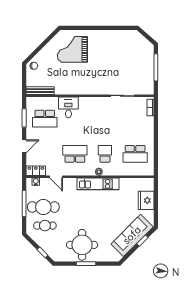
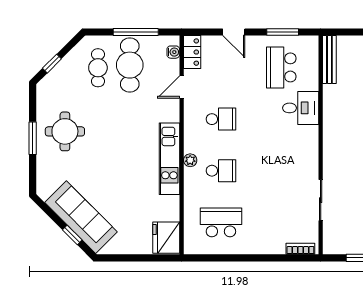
school desk: (75, 154) -> (221, 119), width x0.54
school desk: (135, 154) -> (221, 222), turned 90
fridge: (146, 200) -> (166, 238), moved, turned -90
round table: (82, 245) -> (65, 131), width x0.73, depth x0.73

